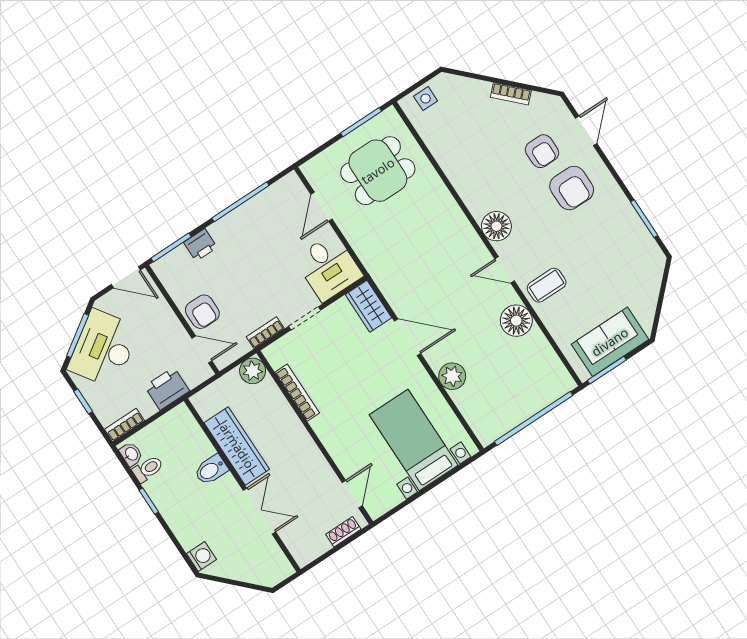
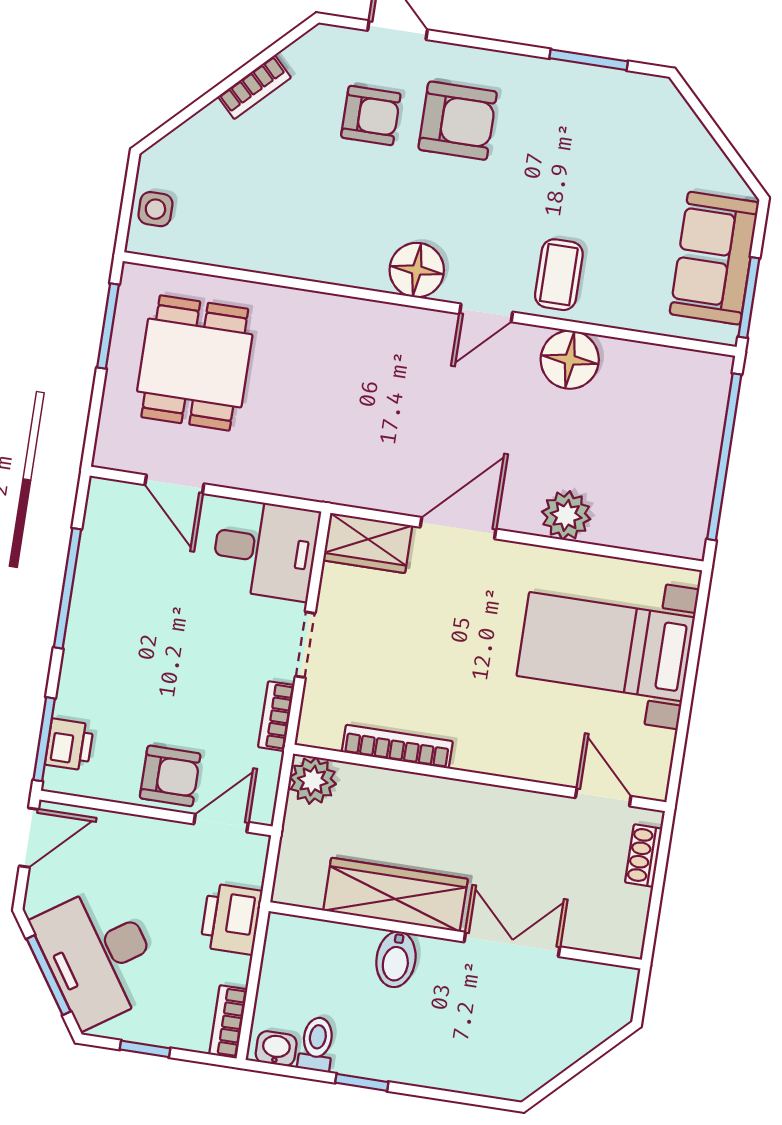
printer: (200, 245) -> (69, 745), moved
washing machine: (201, 557) -> (502, 1079), removed

